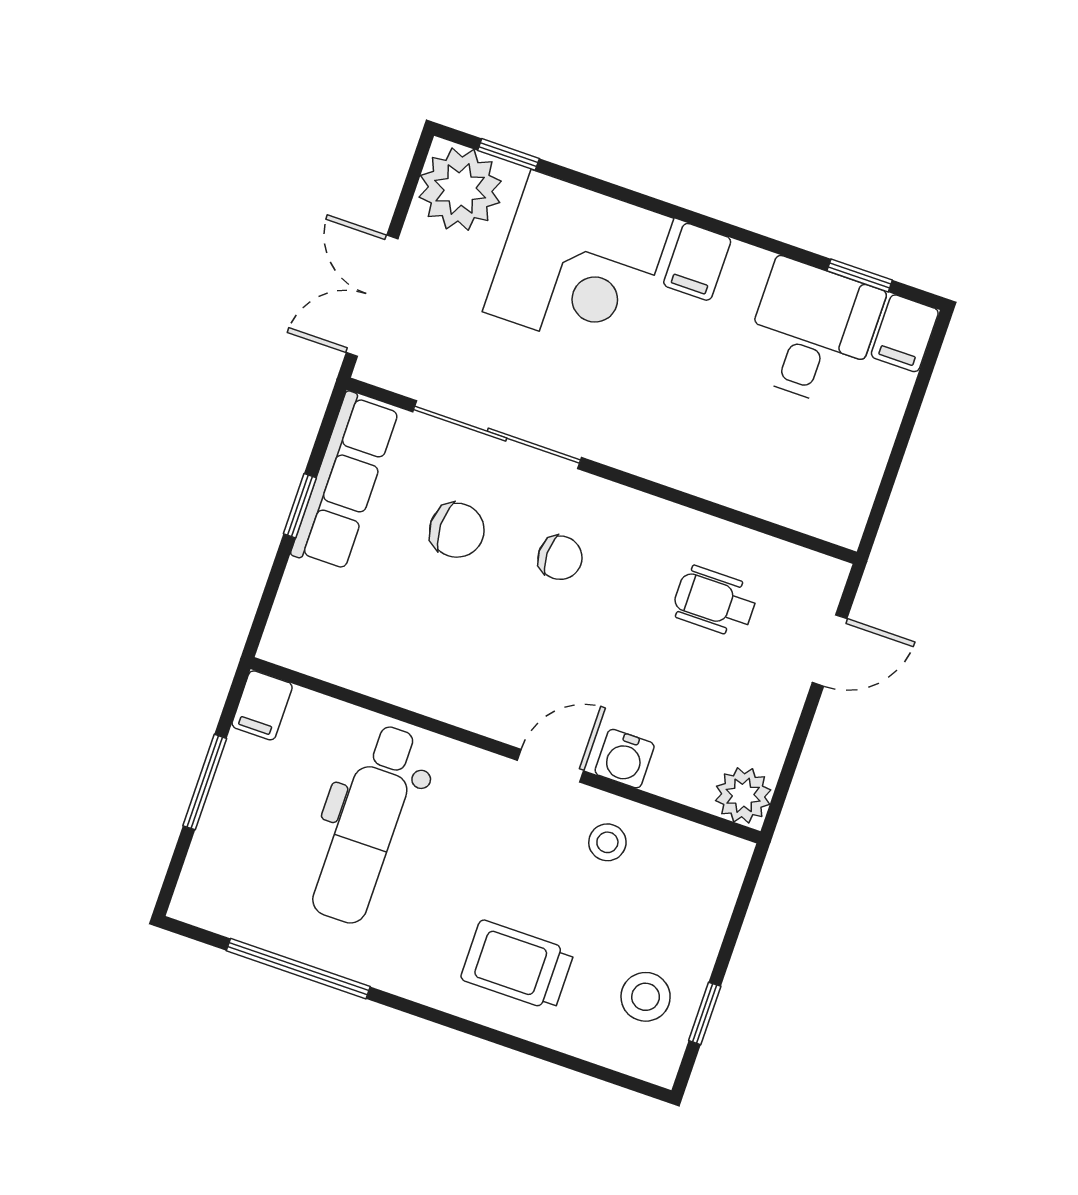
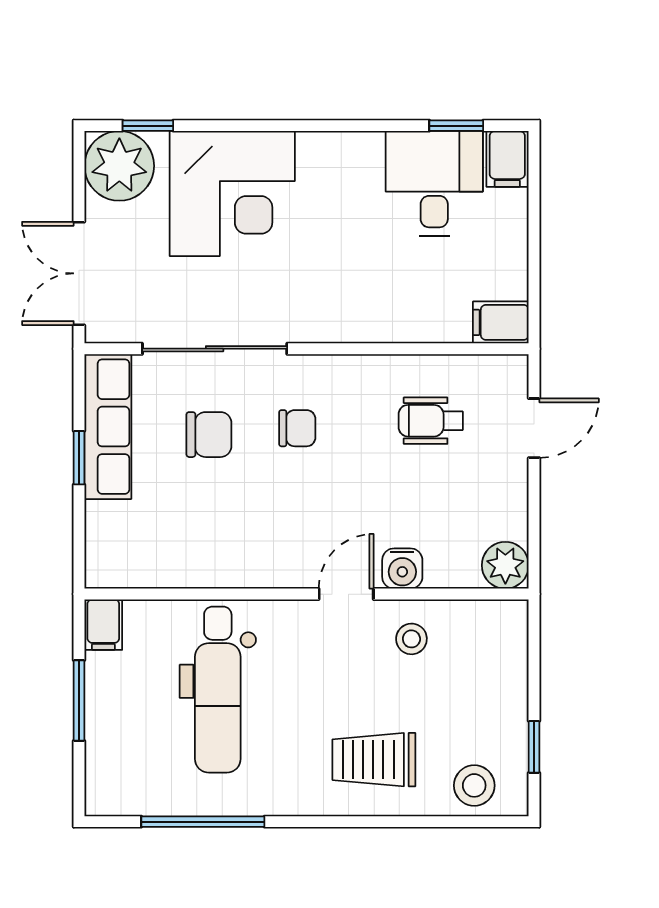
filing cabinet: (697, 262) -> (501, 322), moved, turned 90
stool: (646, 997) -> (474, 785), moved

